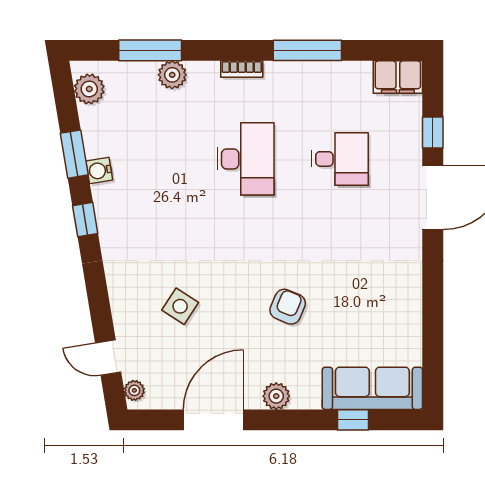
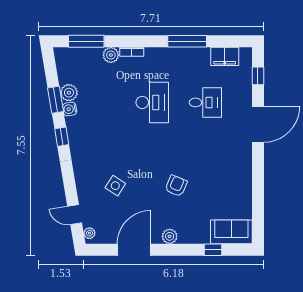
window: (150, 50) -> (86, 41), moved
bookcase: (242, 69) -> (132, 52), moved
filing cabinet: (398, 77) -> (225, 56), moved
plant: (89, 89) -> (69, 93), moved
window: (433, 133) -> (258, 76), moved
sofa: (372, 388) -> (231, 232), width x0.73

